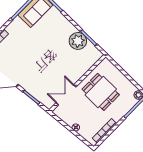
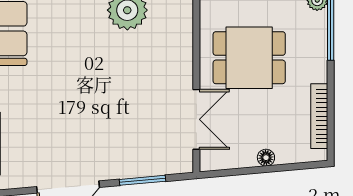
double door: (66, 95) -> (196, 119), swing flipped

